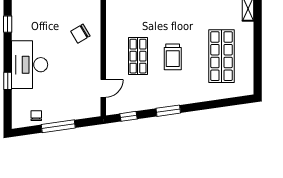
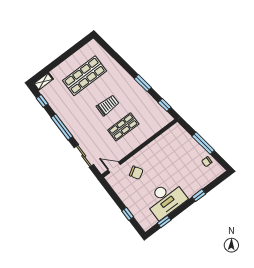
desk: (30, 65) -> (166, 199), moved
door: (103, 88) -> (114, 167), moved

